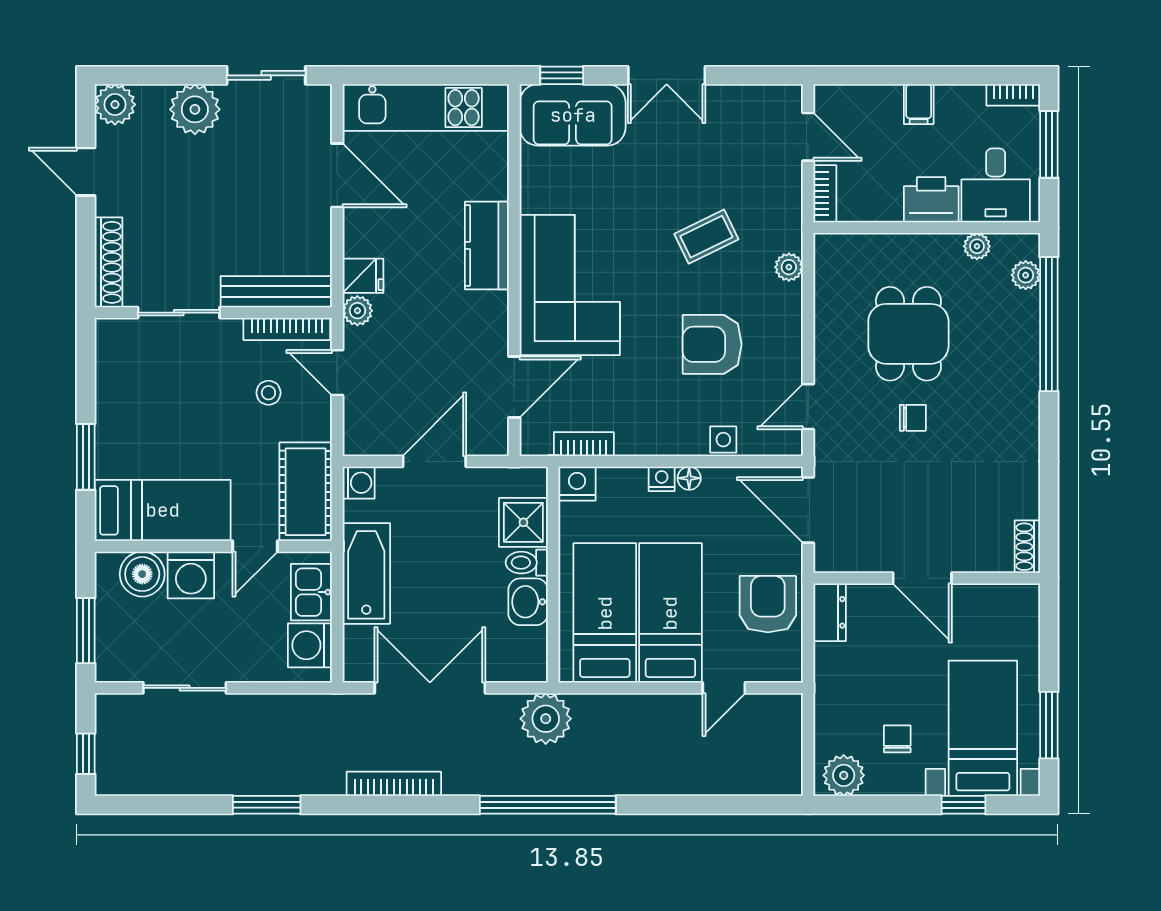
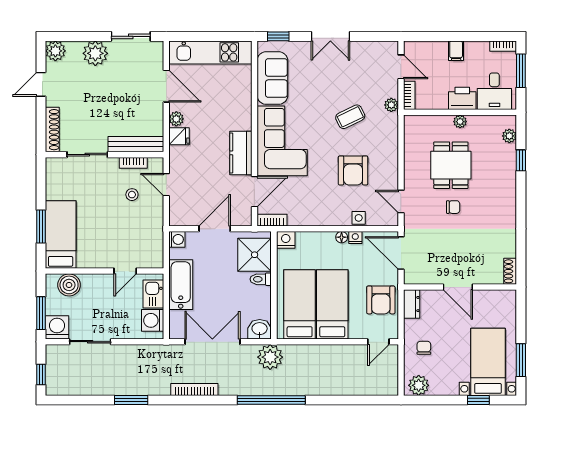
sofa: (573, 115) -> (272, 78), moved, turned -90
door: (86, 172) -> (41, 84), hinge flipped
kitchen counter: (487, 245) -> (241, 153), moved
plant: (977, 246) -> (460, 122), moved
plant: (789, 267) -> (391, 105), moved
plant: (357, 311) -> (176, 119), moved
window: (1049, 324) -> (521, 160), width x0.32
bookcase: (287, 329) -> (133, 163), width x0.64
armchair: (712, 344) -> (353, 170), turned -90
door: (808, 407) -> (401, 202), hinge flipped
bookcase: (584, 444) -> (272, 220), moved
nightstand: (662, 479) -> (355, 238), moved
cot: (306, 492) -> (151, 244), removed
bed: (163, 510) -> (61, 235), moved, turned -90
shower: (523, 522) -> (255, 255), width x1.36, depth x1.36
washing machine: (191, 575) -> (57, 327), moved, turned 180
washbasin: (528, 602) -> (260, 329), moved, turned 90
armchair: (768, 604) -> (381, 300), turned 180
door: (724, 688) -> (378, 342), moved
chair: (897, 739) -> (424, 348), moved

